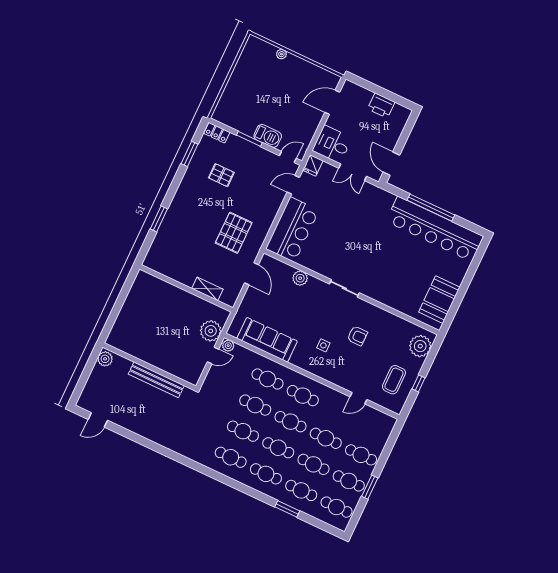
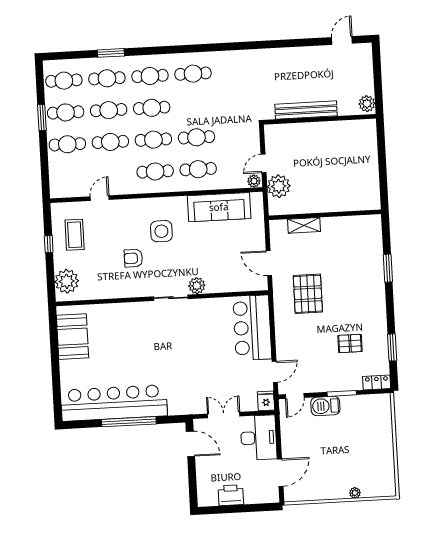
desk: (332, 144) -> (259, 438), width x1.37
plant: (300, 278) -> (197, 286), moved
side table: (323, 345) -> (161, 231), width x1.87, depth x1.87
cafe table: (243, 431) -> (195, 105), removed

